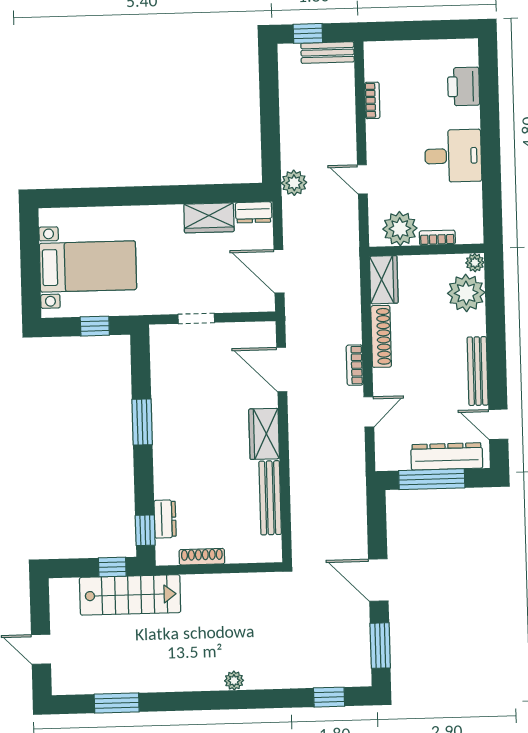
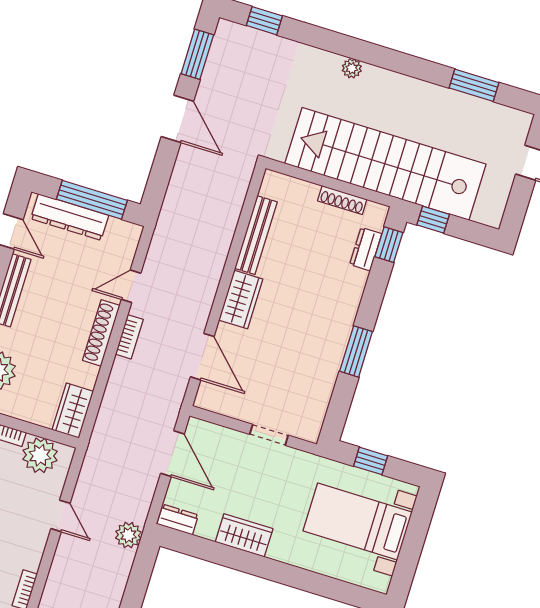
wardrobe: (209, 218) -> (244, 535), moved
shoe rack: (381, 336) -> (101, 333), moved
stairs: (130, 595) -> (385, 164), width x1.86, depth x1.51

